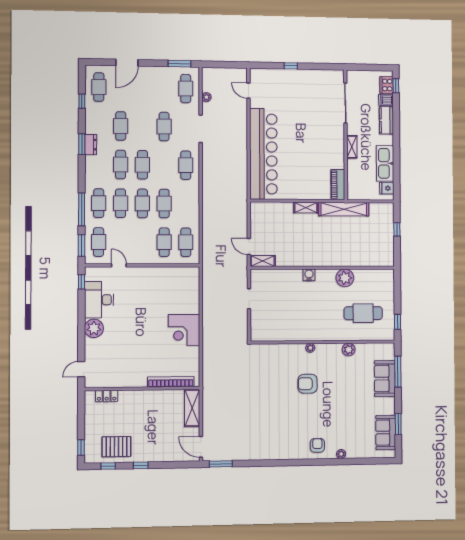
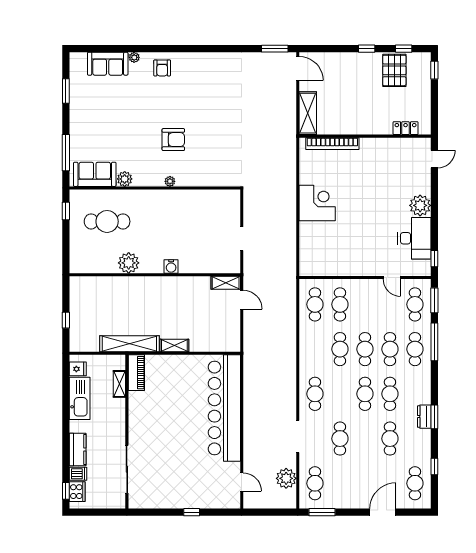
plant: (206, 97) -> (286, 478), width x1.88, depth x1.88
shelving: (352, 147) -> (119, 384), moved
sofa: (385, 379) -> (95, 174), moved, turned -90
sofa: (386, 432) -> (108, 64), moved, turned 90
pallet: (116, 447) -> (394, 70), turned 90

